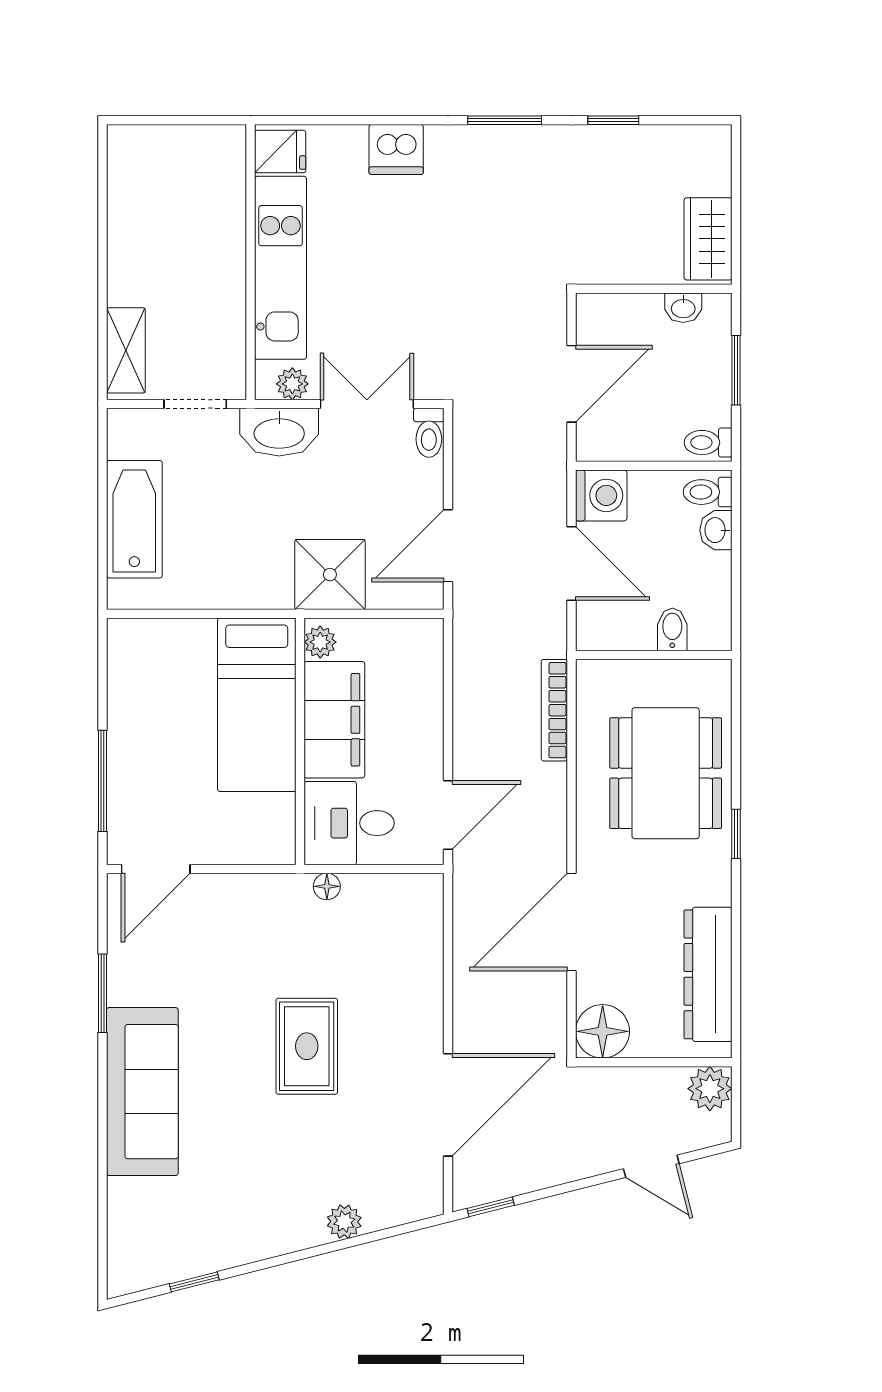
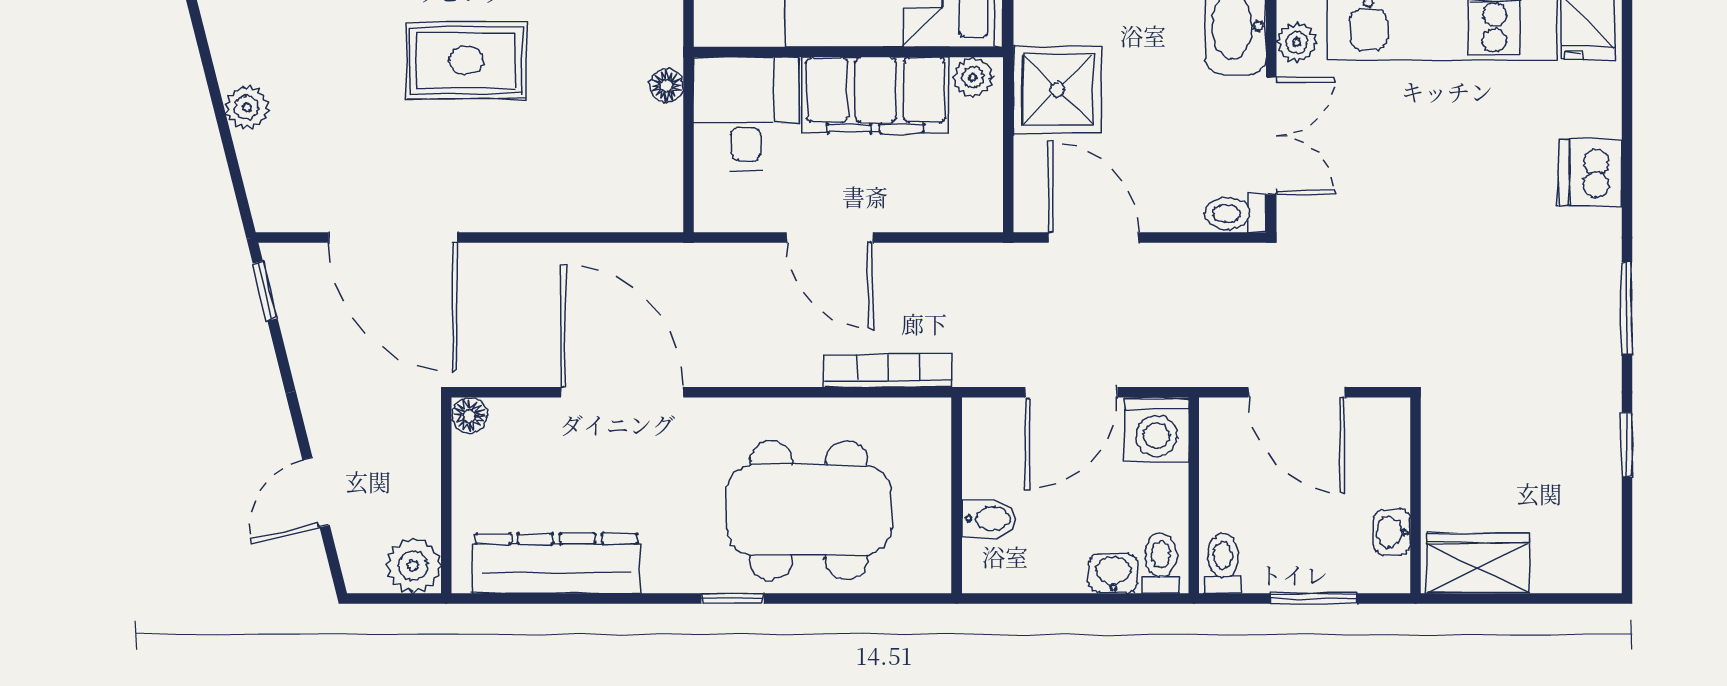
door: (448, 815) -> (830, 238), moved
floor lamp: (603, 1031) -> (469, 415), width x0.53, depth x0.53

